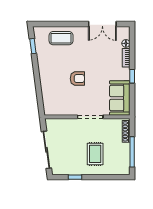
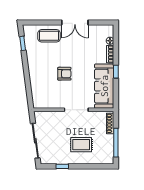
double door: (102, 24) -> (75, 22), moved
sofa: (120, 98) -> (104, 86), width x1.36
rug: (95, 154) -> (81, 145), turned 90

